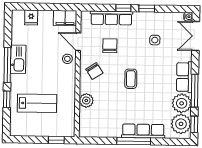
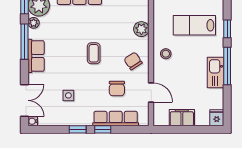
fridge: (31, 17) -> (217, 118), moved
filing cabinet: (65, 18) -> (182, 118), moved
stool: (67, 59) -> (166, 54), moved
plant: (182, 103) -> (34, 23), width x0.53, depth x0.53

